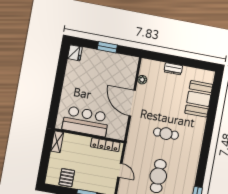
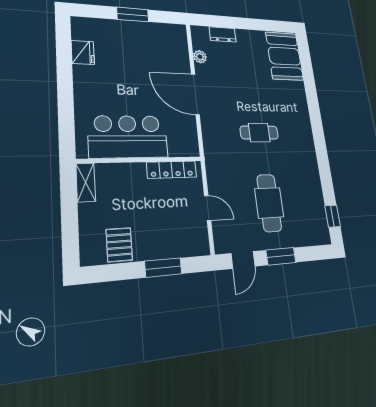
fridge: (75, 53) -> (83, 53), moved
dresser: (173, 69) -> (223, 34), moved
booth: (199, 99) -> (284, 56), moved

